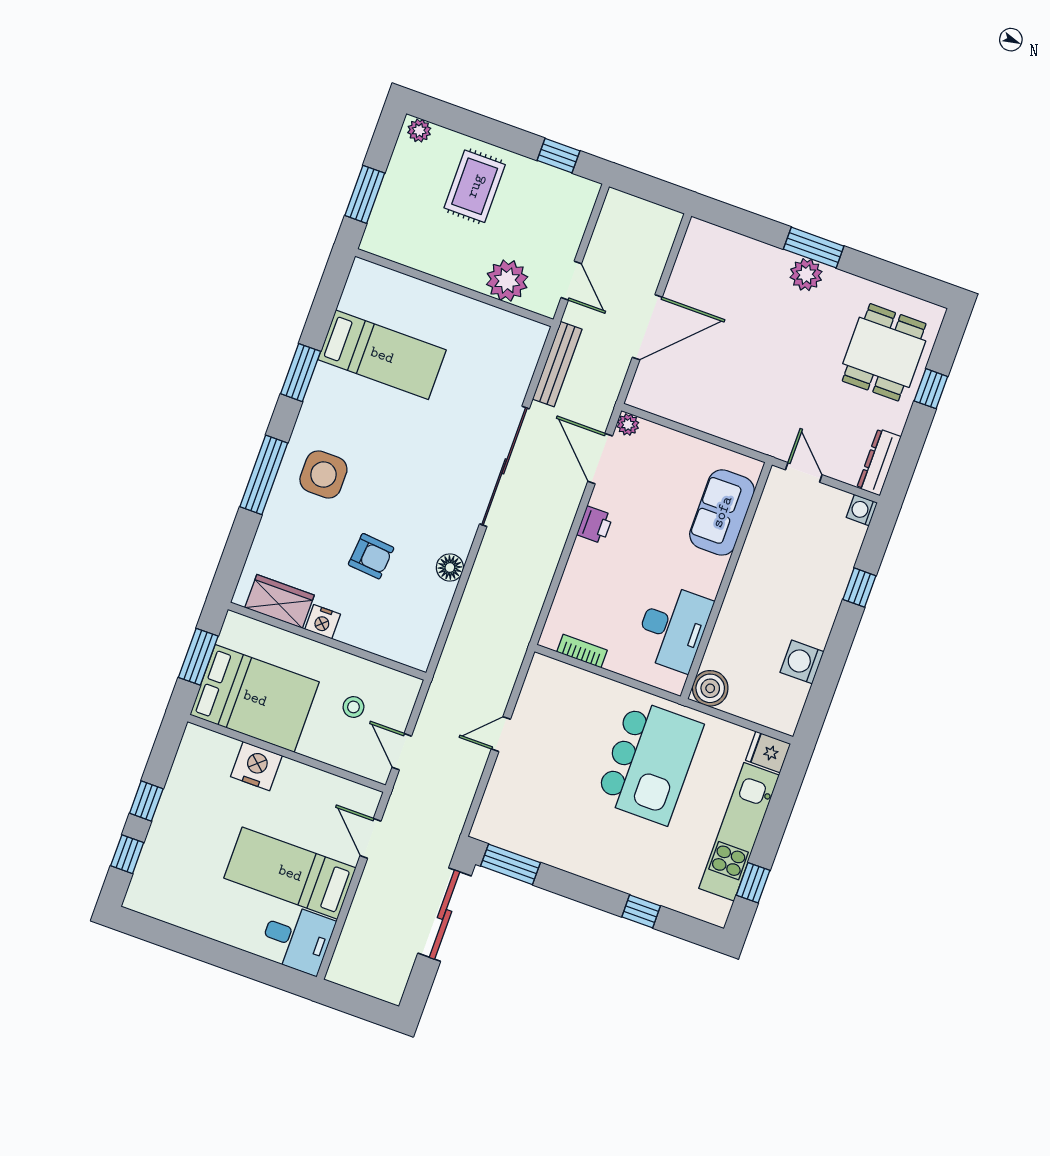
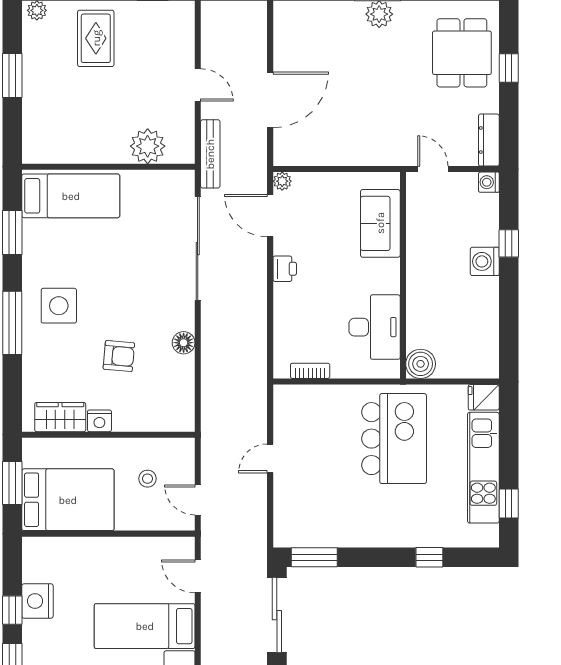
plant: (507, 281) -> (148, 146), moved
wall: (454, 288) -> (108, 167), moved
washing machine: (802, 662) -> (485, 261), moved
nightstand: (256, 766) -> (37, 601), moved, turned -90

